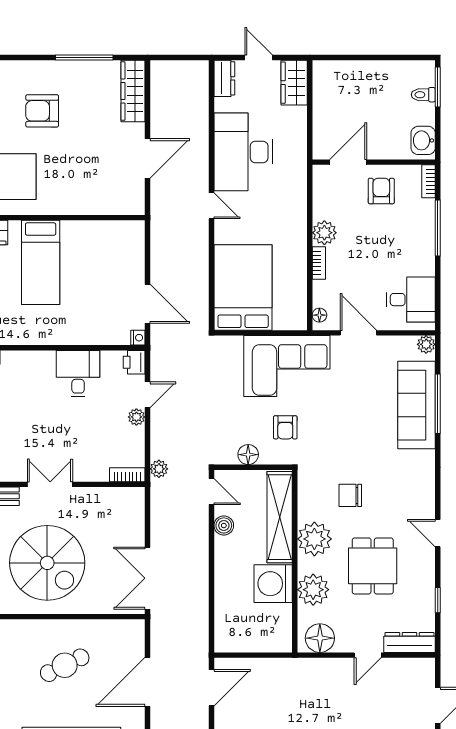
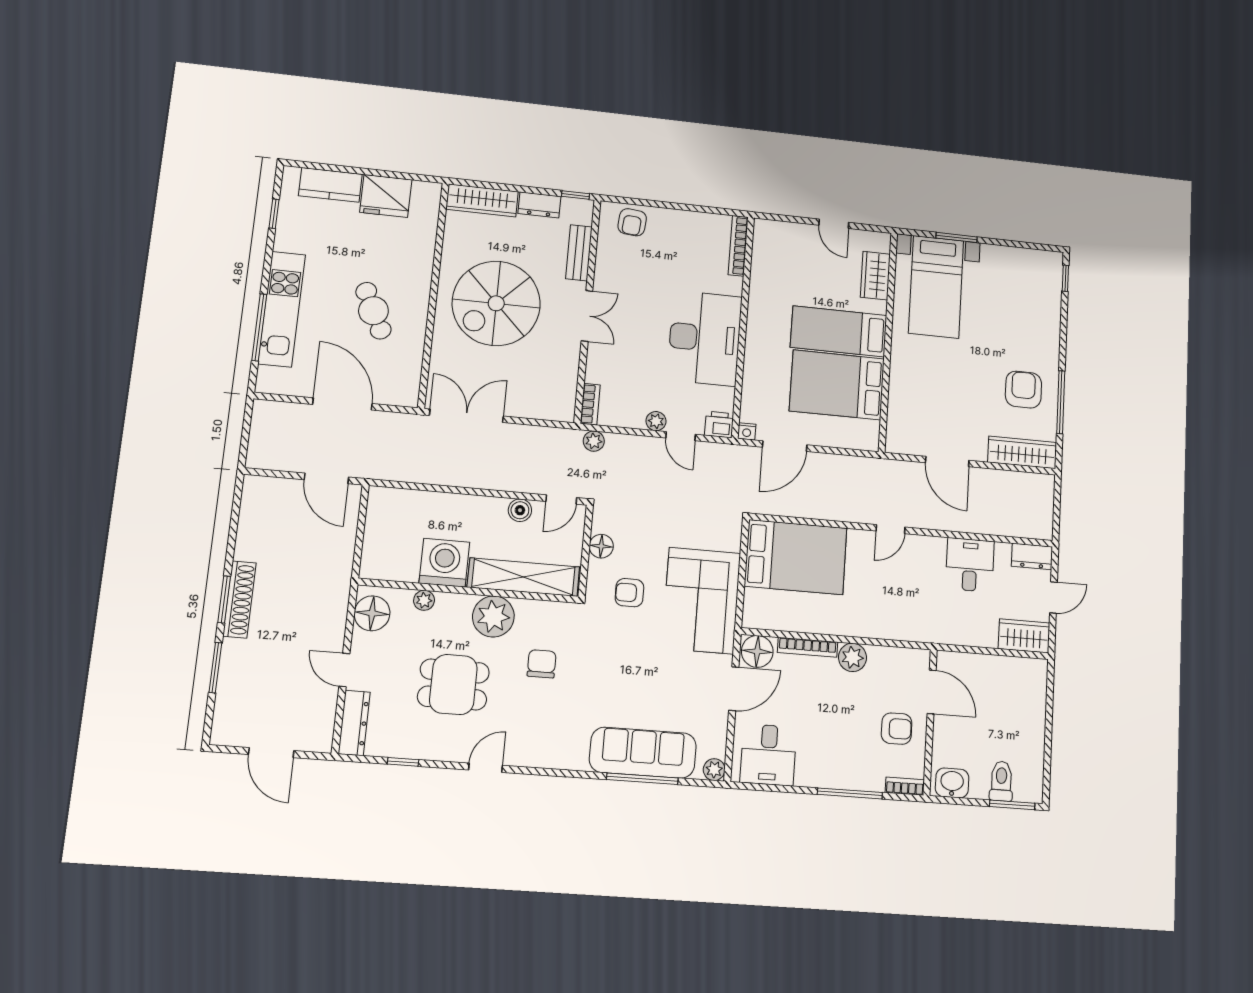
toilet: (423, 95) -> (1001, 781), width x1.37, depth x1.39
armchair: (42, 111) -> (1023, 390), moved
desk: (243, 152) -> (970, 565), width x0.53, depth x0.77
bed: (89, 261) -> (837, 385), added
bookcase: (319, 263) -> (807, 647), width x1.56
floor lamp: (319, 315) -> (757, 651), width x1.89, depth x1.89
desk: (78, 374) -> (705, 338), width x1.87, depth x1.30
plant: (313, 590) -> (424, 600), width x0.53, depth x0.53

